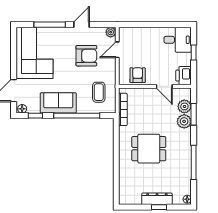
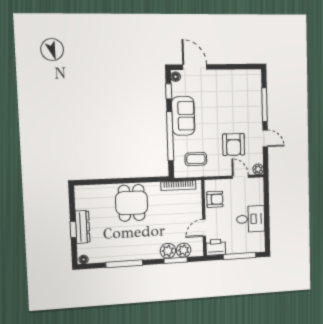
desk: (178, 40) -> (251, 219), moved, turned -90
window: (194, 52) -> (240, 256), width x2.17
corner sofa: (34, 53) -> (235, 89), removed
dining table: (149, 149) -> (132, 203), moved

